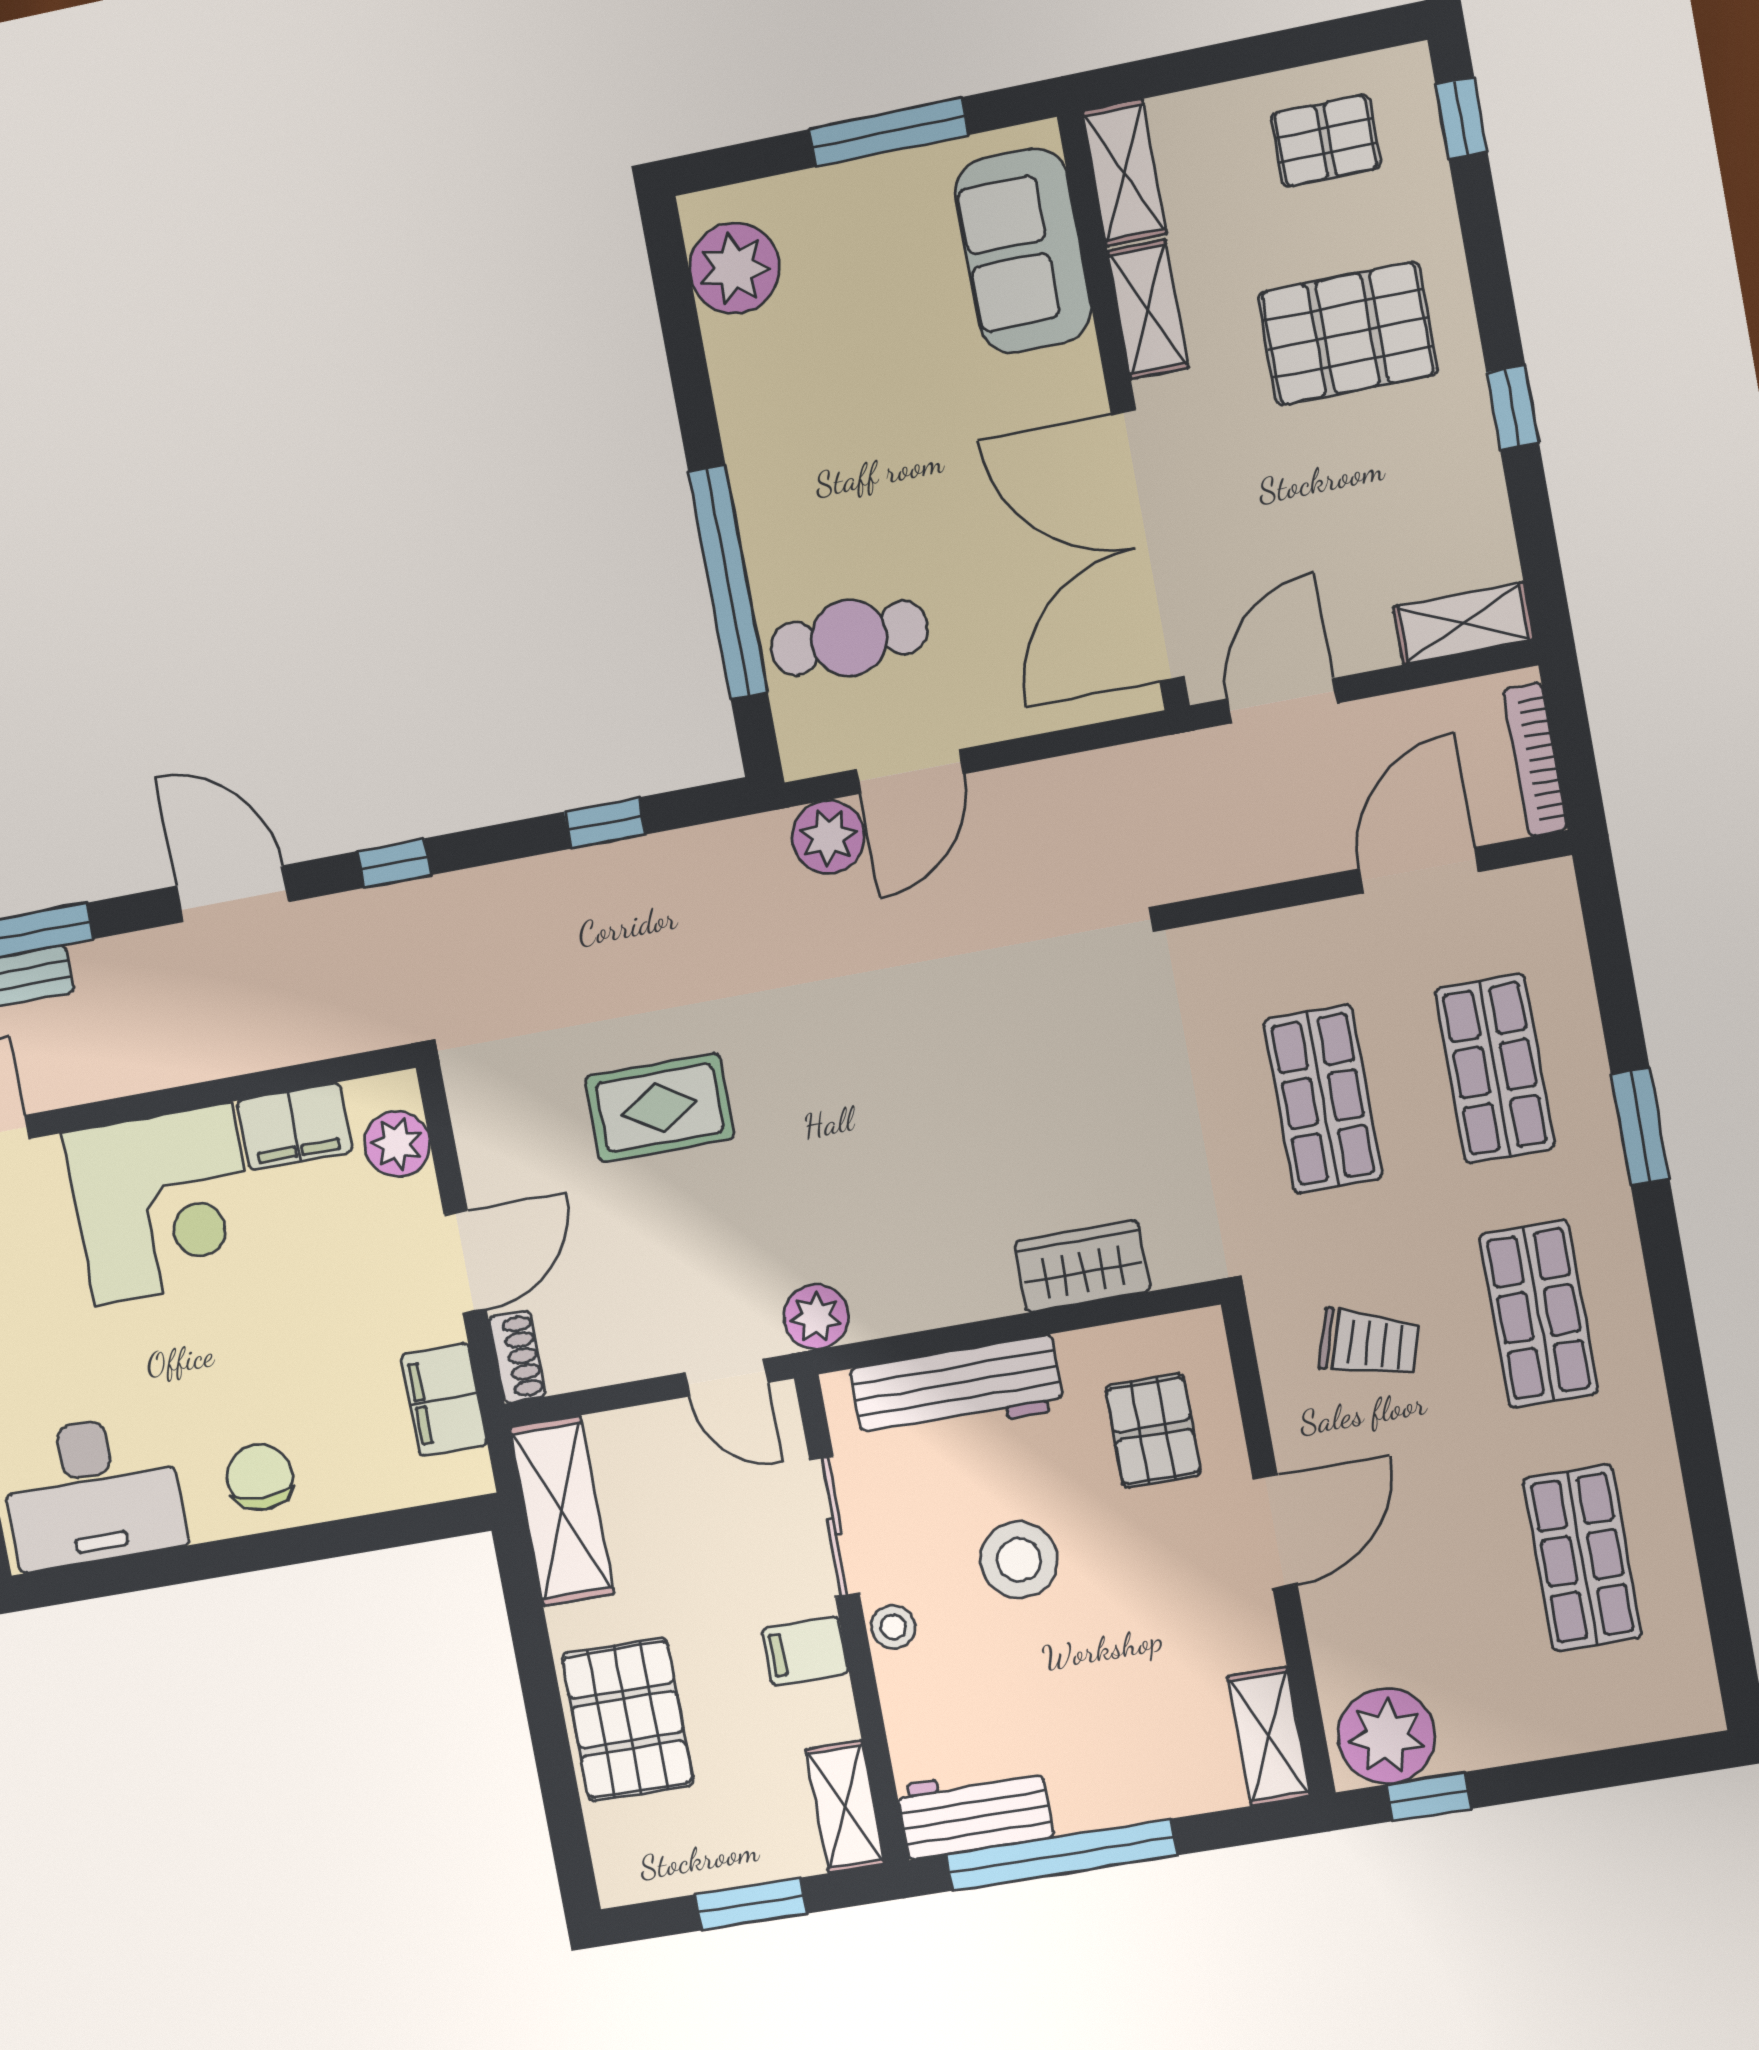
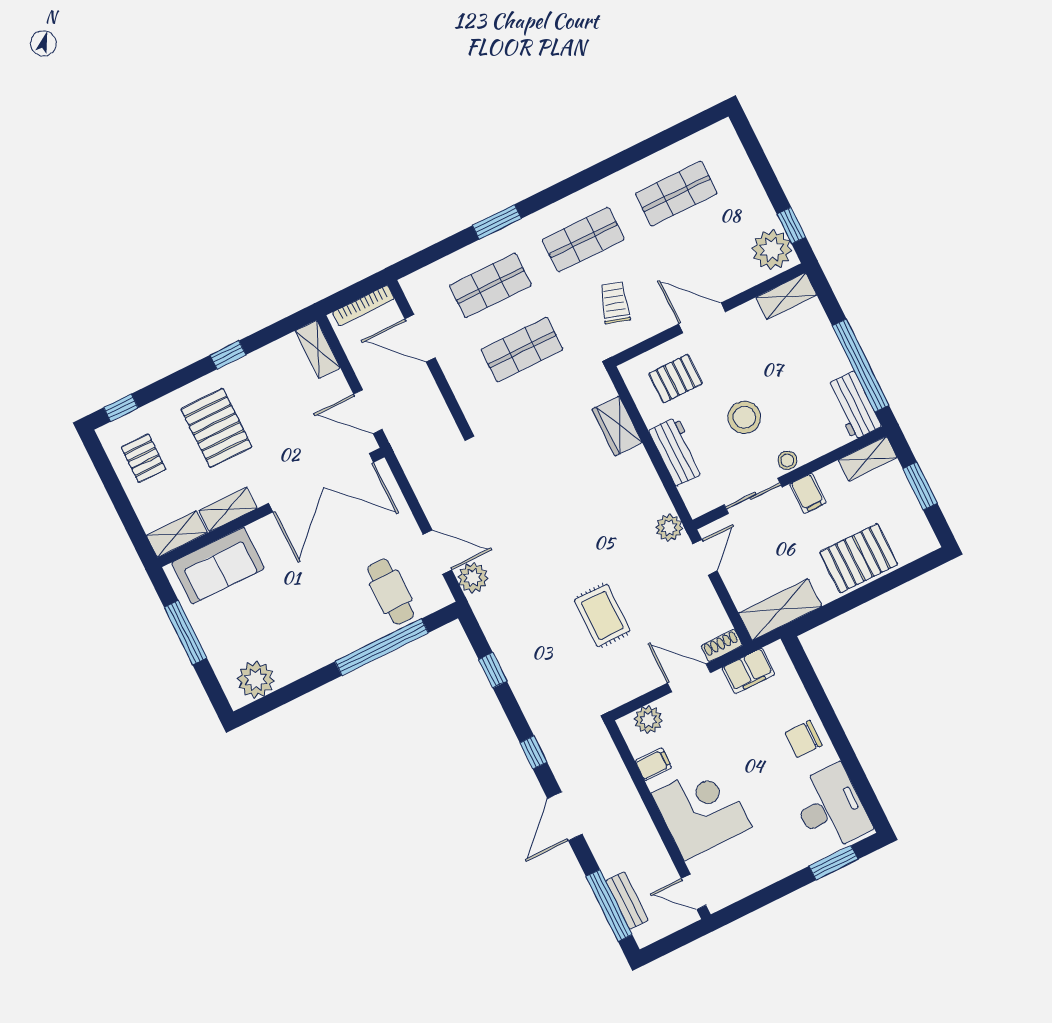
filing cabinet: (294, 1126) -> (653, 764), width x0.50
workbench: (957, 1389) -> (677, 451), width x0.73

